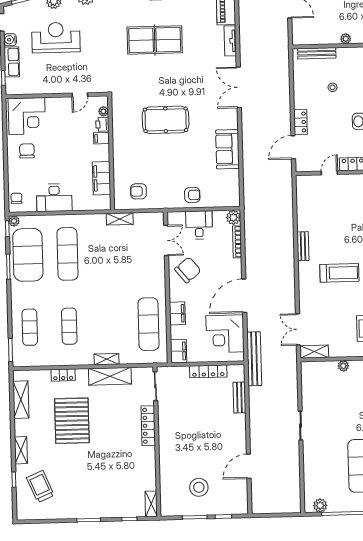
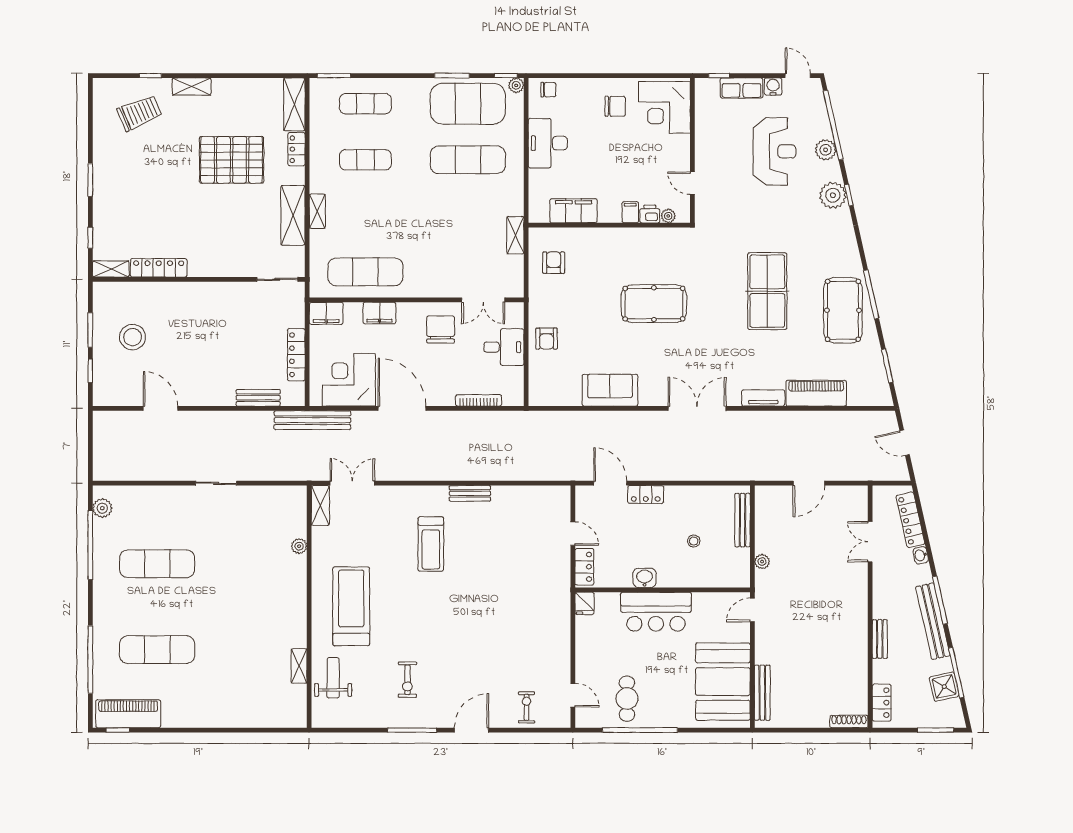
pool table: (166, 120) -> (654, 304), turned 90
plant: (233, 217) -> (513, 396), removed
chair: (188, 270) -> (441, 330), turned -141
shelving: (21, 400) -> (294, 104), moved, turned 90
locker: (148, 426) -> (159, 268), moved

